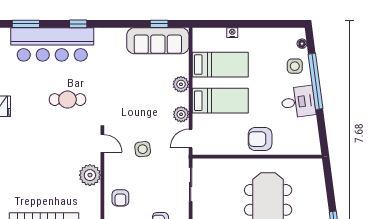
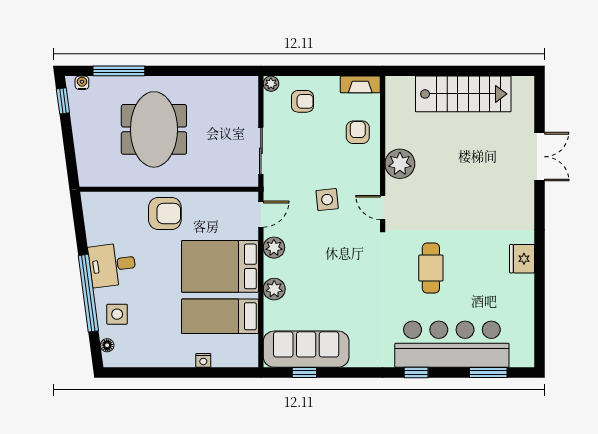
cafe table: (67, 100) -> (431, 268), turned 90
bed: (220, 101) -> (220, 266), width x1.50

